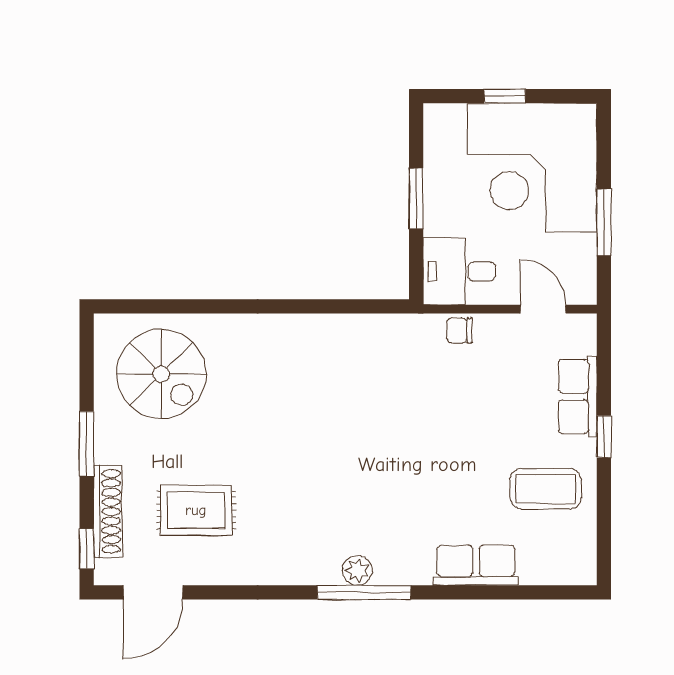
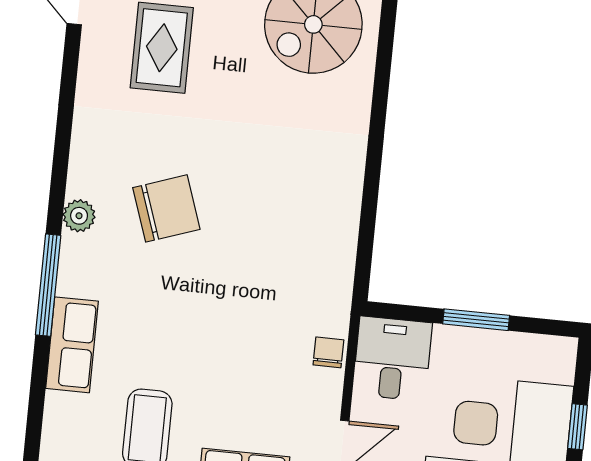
chair: (343, 491) -> (166, 208), added
window: (364, 592) -> (48, 285), moved

